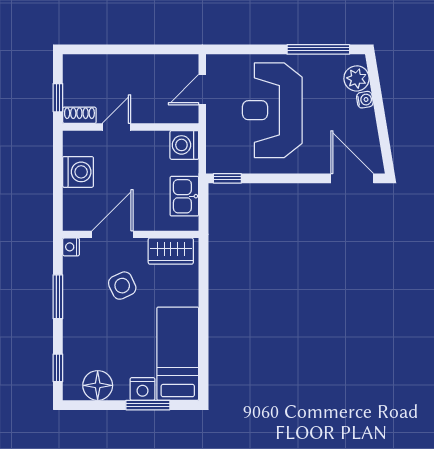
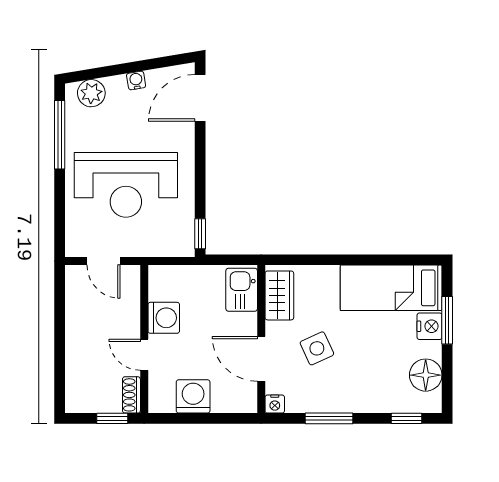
water cooler: (365, 100) -> (136, 80), moved
washing machine: (184, 145) -> (164, 318), moved, turned -90
kitchen sink: (184, 196) -> (242, 290), moved, turned 90

